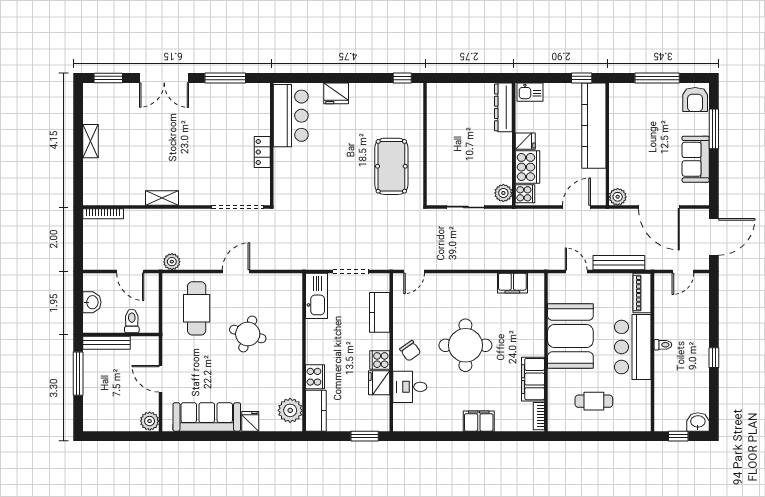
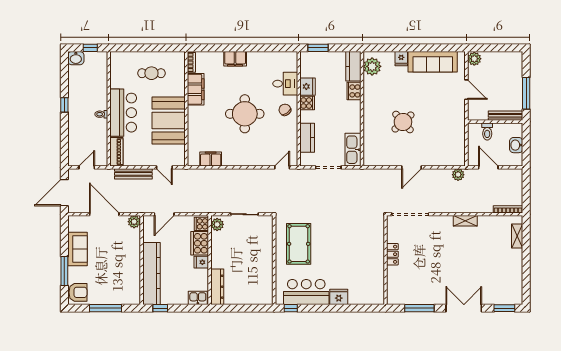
armchair: (695, 100) -> (78, 292), turned 90
bar counter: (291, 116) -> (306, 292), moved, turned 90
shelving: (91, 141) -> (517, 236), moved
cafe table: (197, 308) -> (440, 141), removed
round table: (248, 334) -> (403, 122), turned 30

